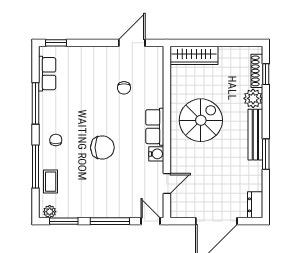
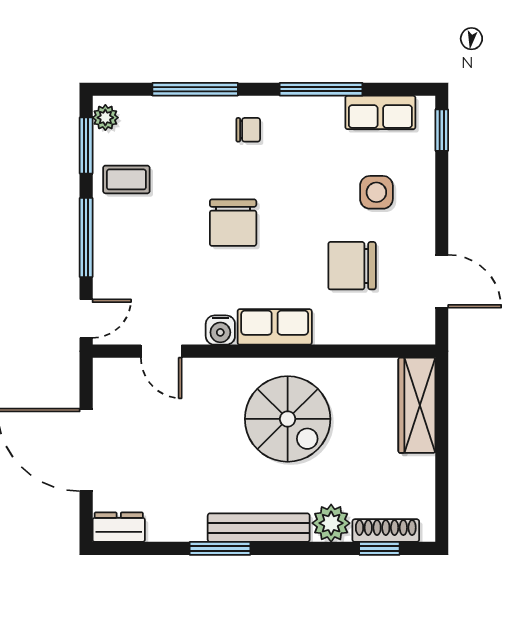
side table: (87, 76) -> (376, 192), added
chair: (124, 88) -> (352, 266), width x1.87, depth x1.87
coffee table: (51, 182) -> (126, 179), moved

